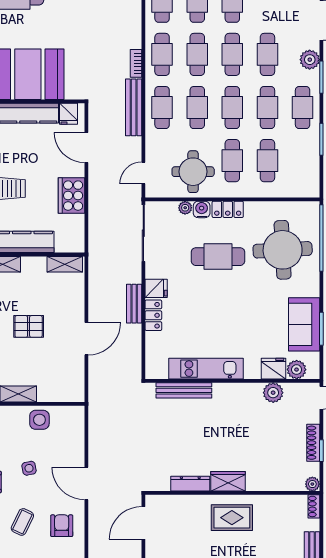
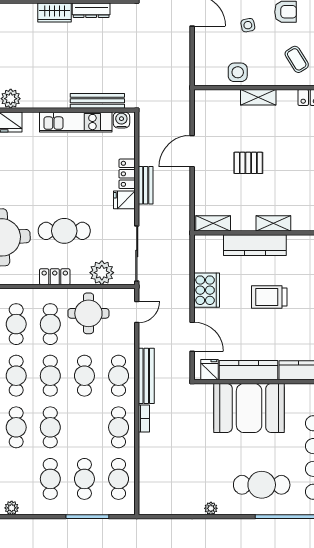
cafe table: (197, 54) -> (84, 427), removed
plant: (185, 208) -> (102, 273), width x1.88, depth x1.88
water cooler: (202, 209) -> (121, 120), moved, turned 180

